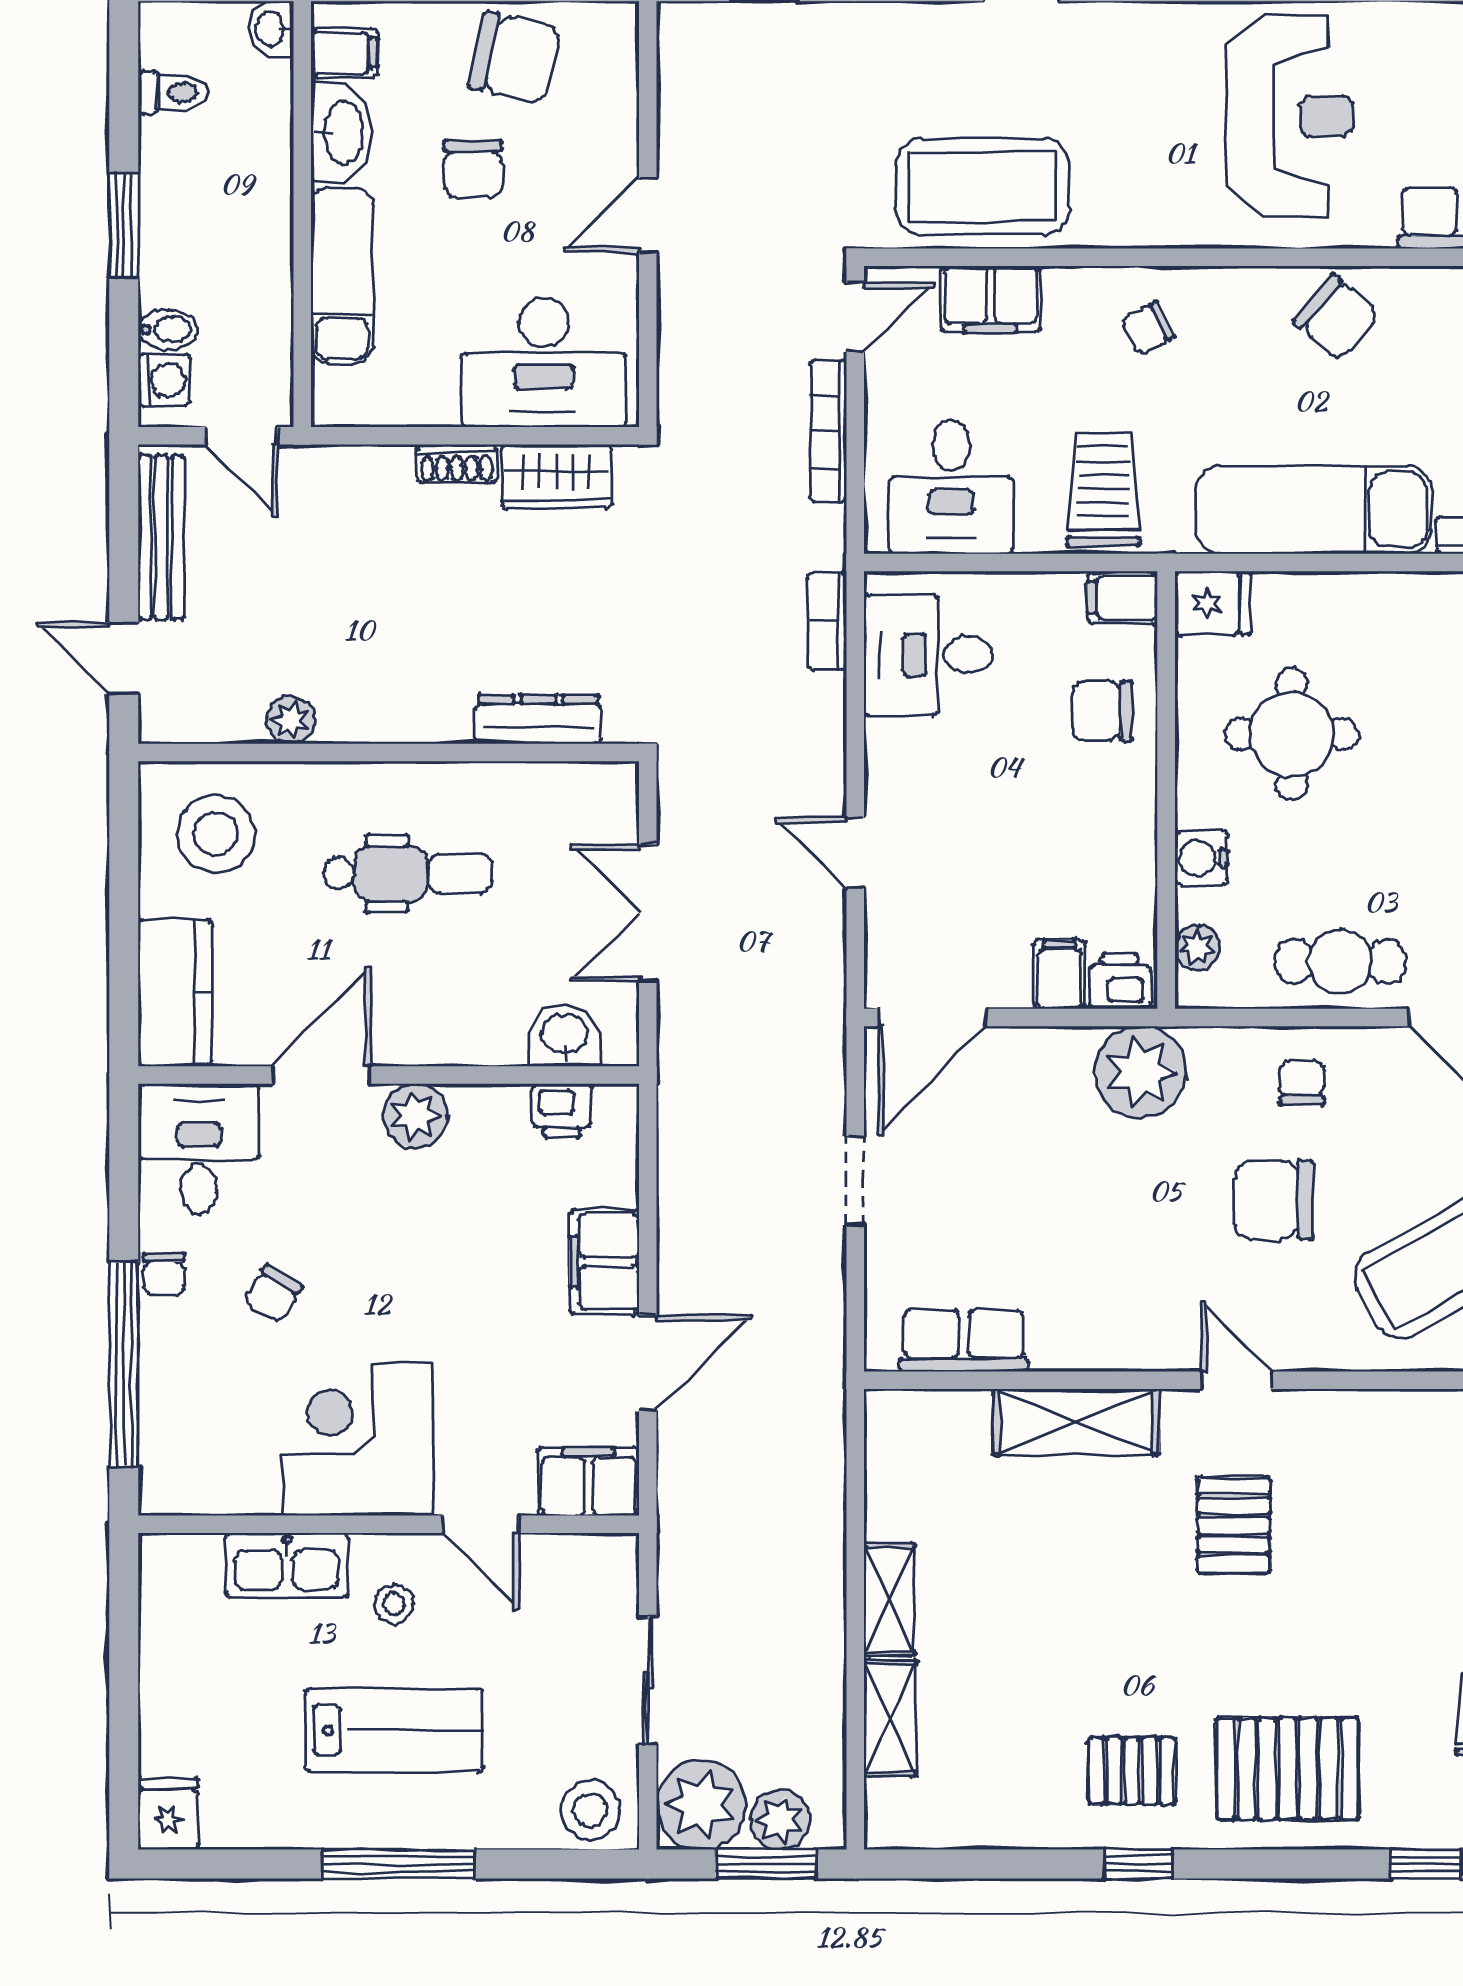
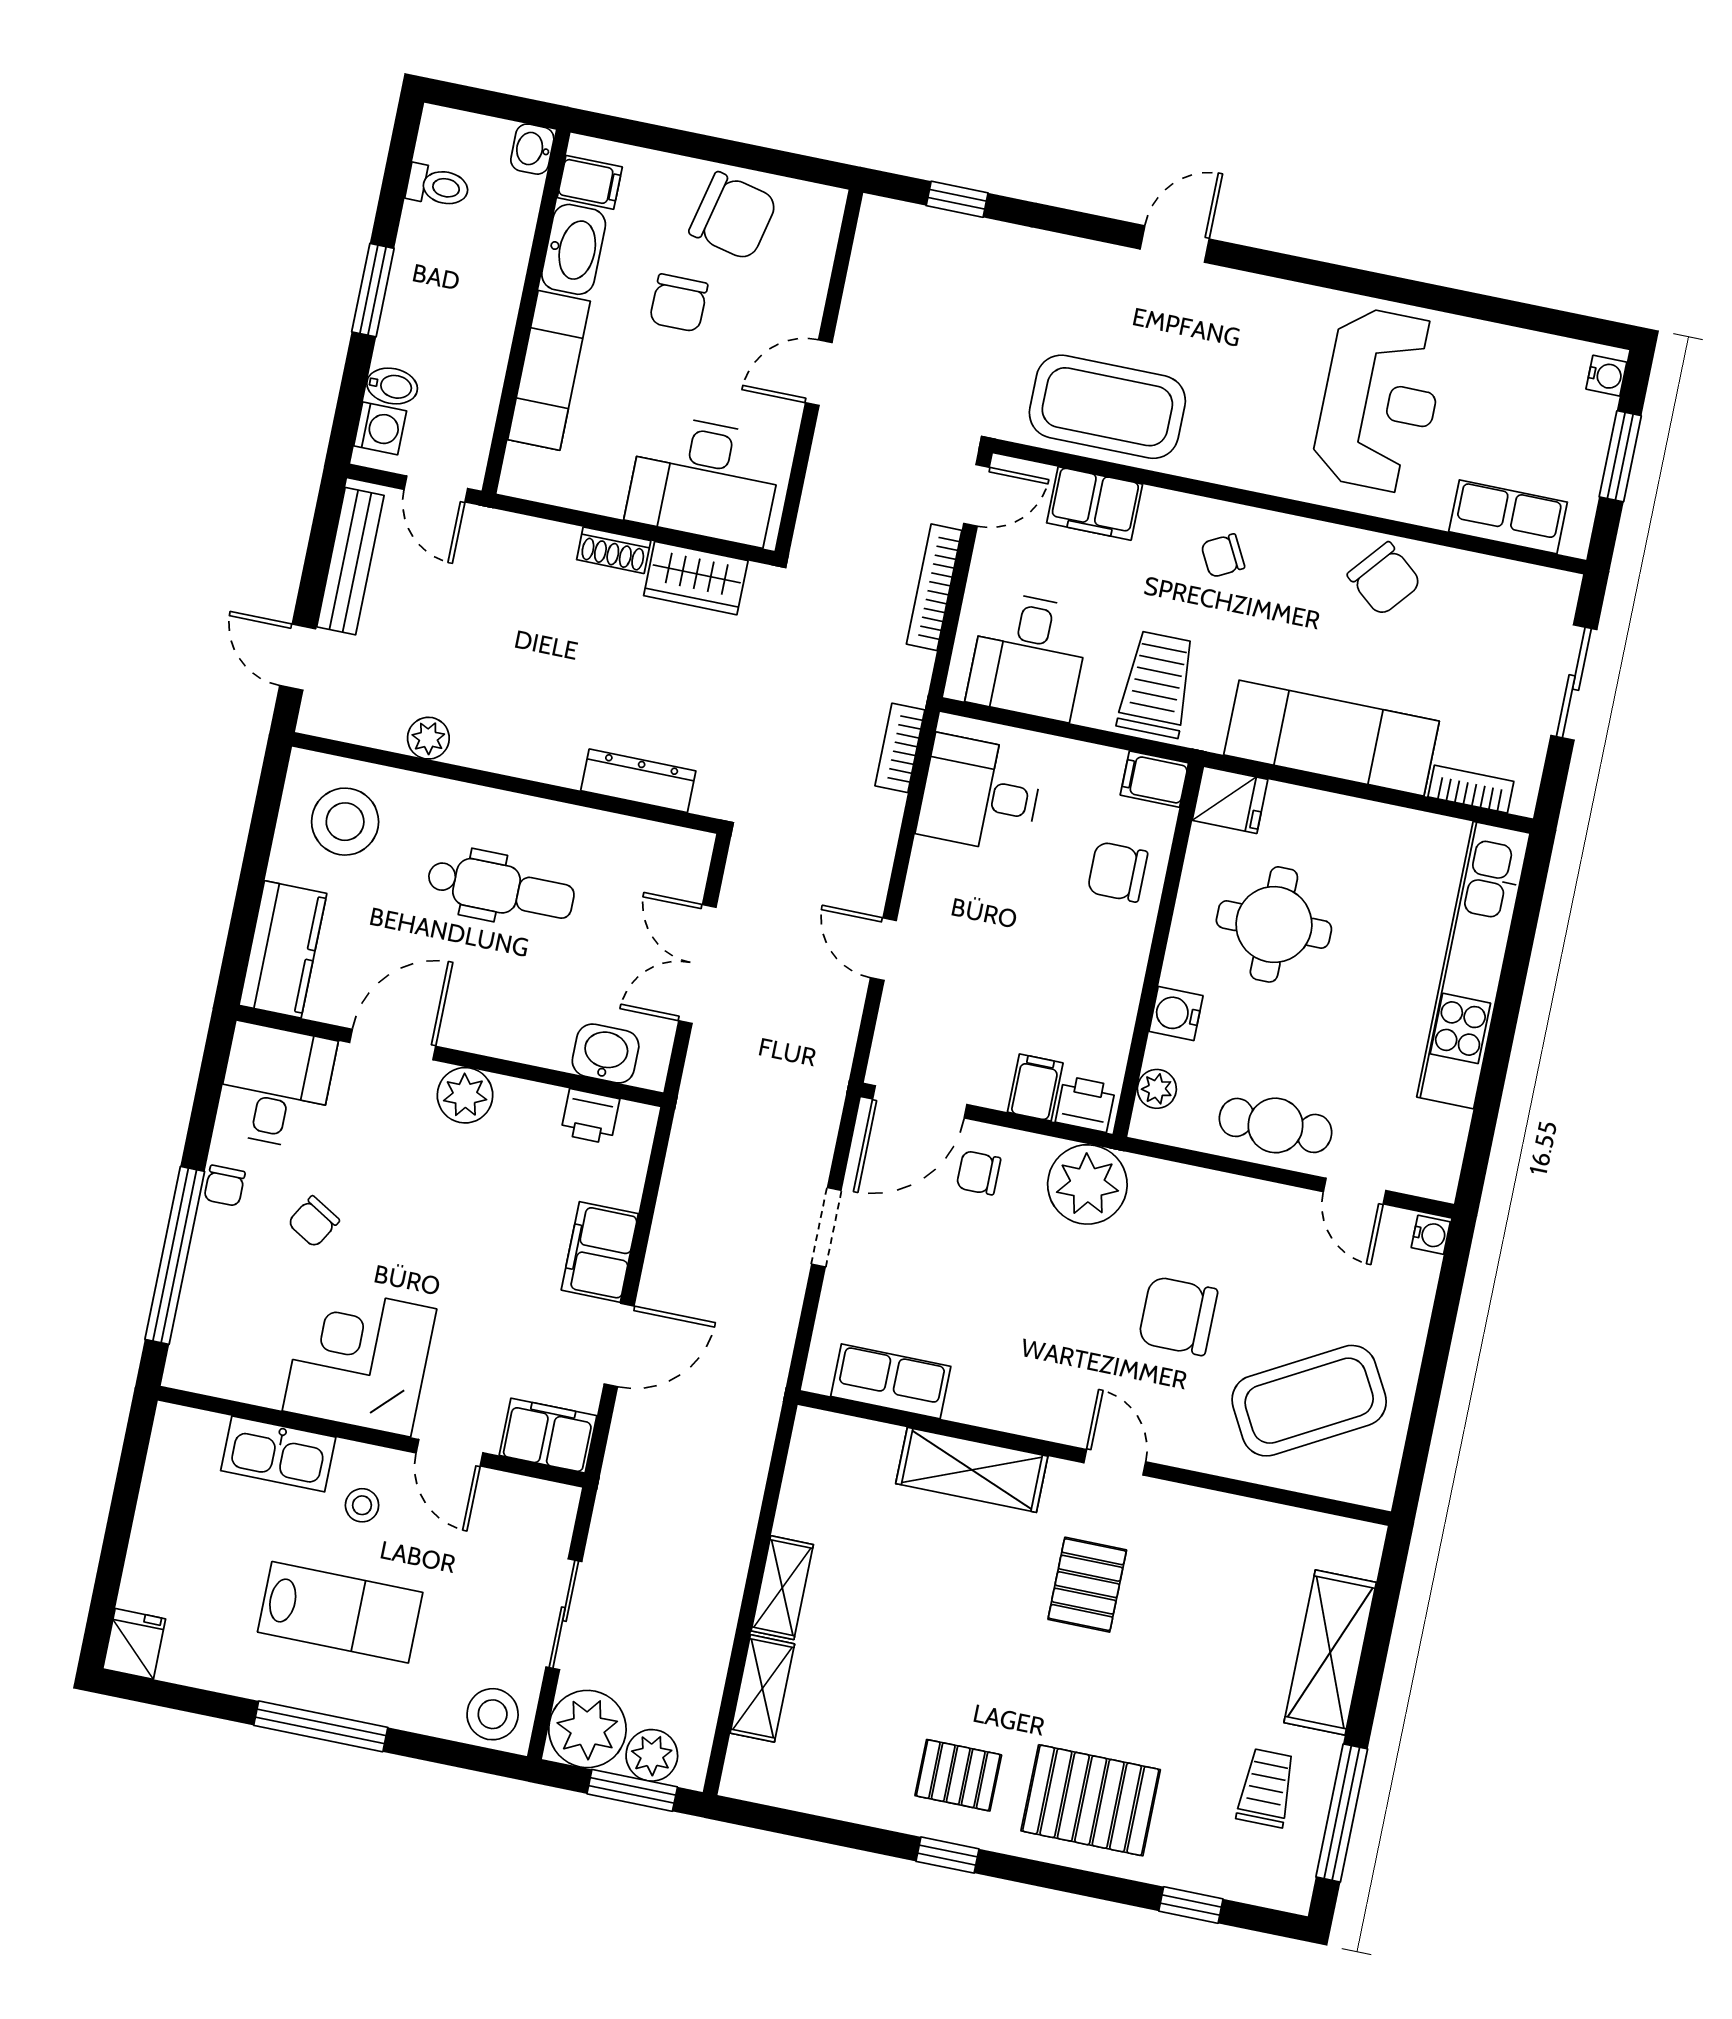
chair: (1302, 1083) -> (979, 1173), moved, turned -90

